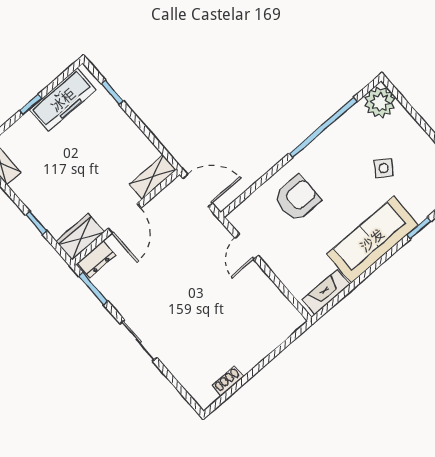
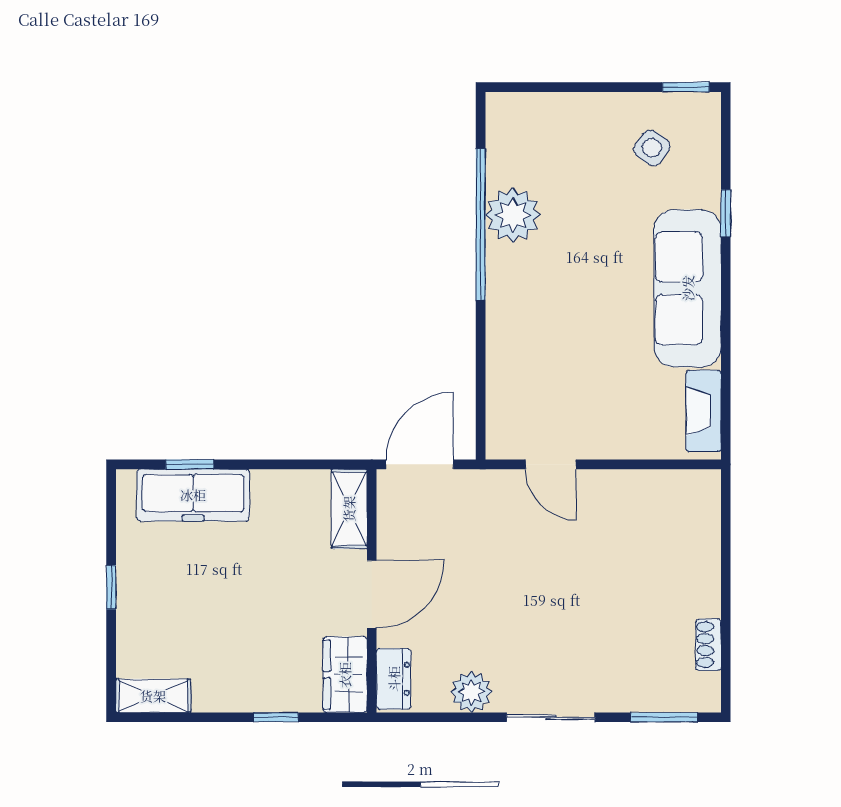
freezer: (63, 100) -> (193, 495), moved, turned 90
plant: (380, 102) -> (513, 215), moved
side table: (384, 168) -> (652, 148), moved
armchair: (297, 198) -> (545, 341), removed
door: (125, 218) -> (372, 594), hinge flipped
window: (93, 289) -> (664, 717), moved
plant: (120, 297) -> (471, 692), added

